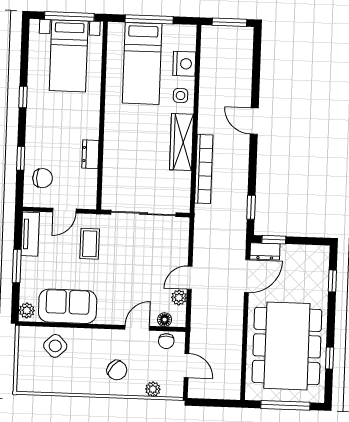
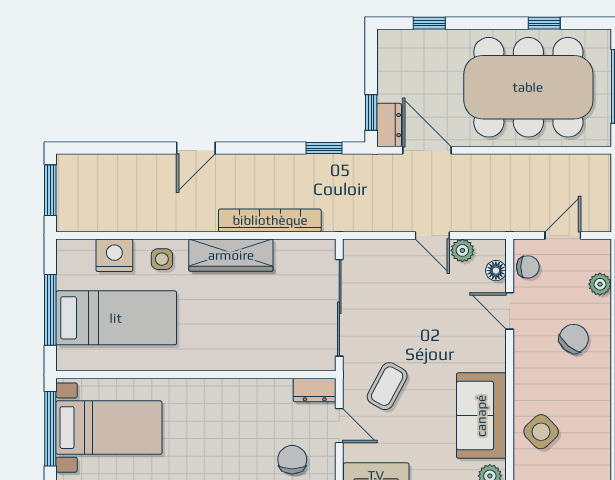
dresser: (90, 154) -> (315, 390), moved
coffee table: (90, 244) -> (387, 386), turned -62

